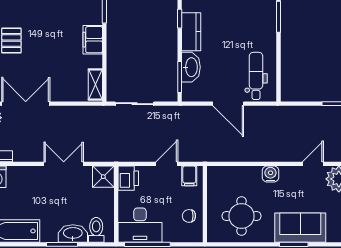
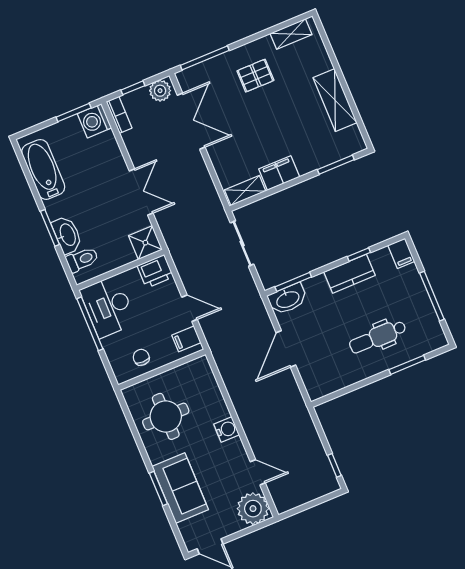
filing cabinet: (93, 40) -> (279, 173), moved
washbasin: (191, 67) -> (288, 299), moved
dental chair: (256, 76) -> (378, 337), moved, turned 180

